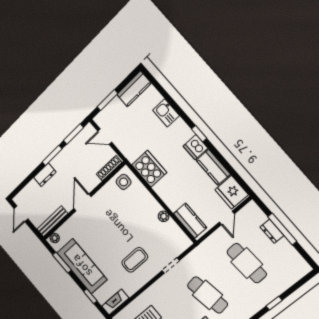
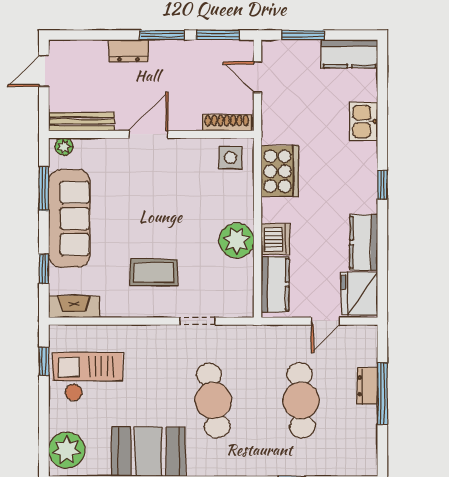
dishwasher: (195, 147) -> (275, 239), moved, turned 180
plant: (164, 216) -> (237, 241), width x1.88, depth x1.88

